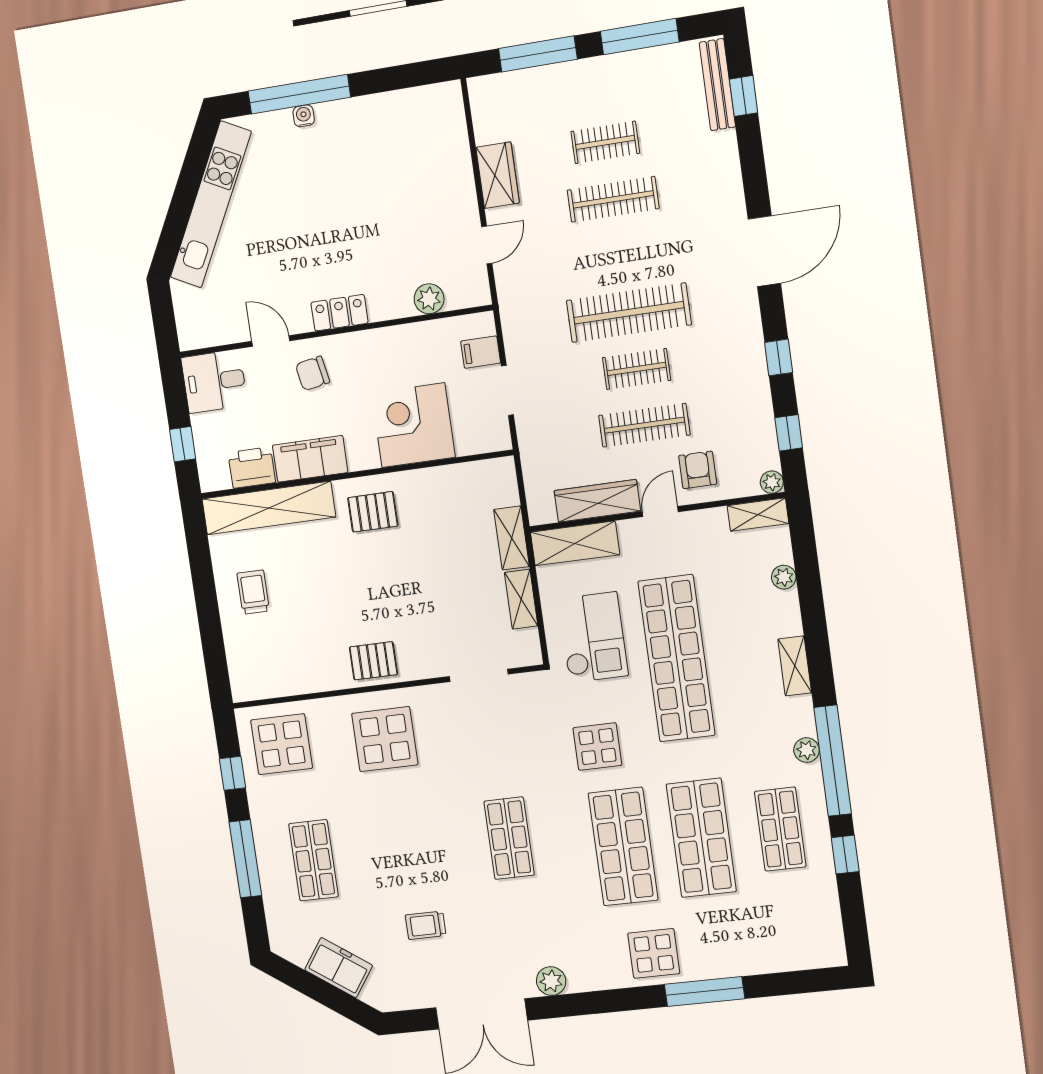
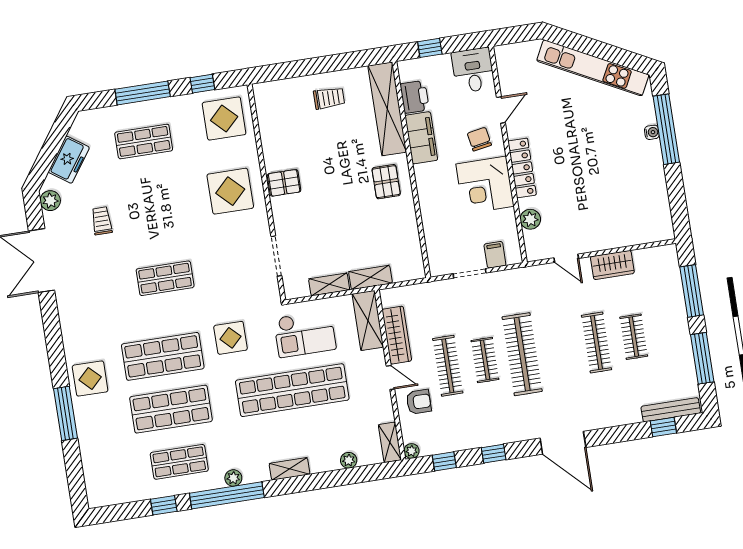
locker: (339, 313) -> (522, 168), width x1.53
corner desk: (413, 425) -> (485, 185), moved, turned 180
pallet: (373, 661) -> (284, 183), turned 90
plant: (551, 981) -> (50, 201), moved

